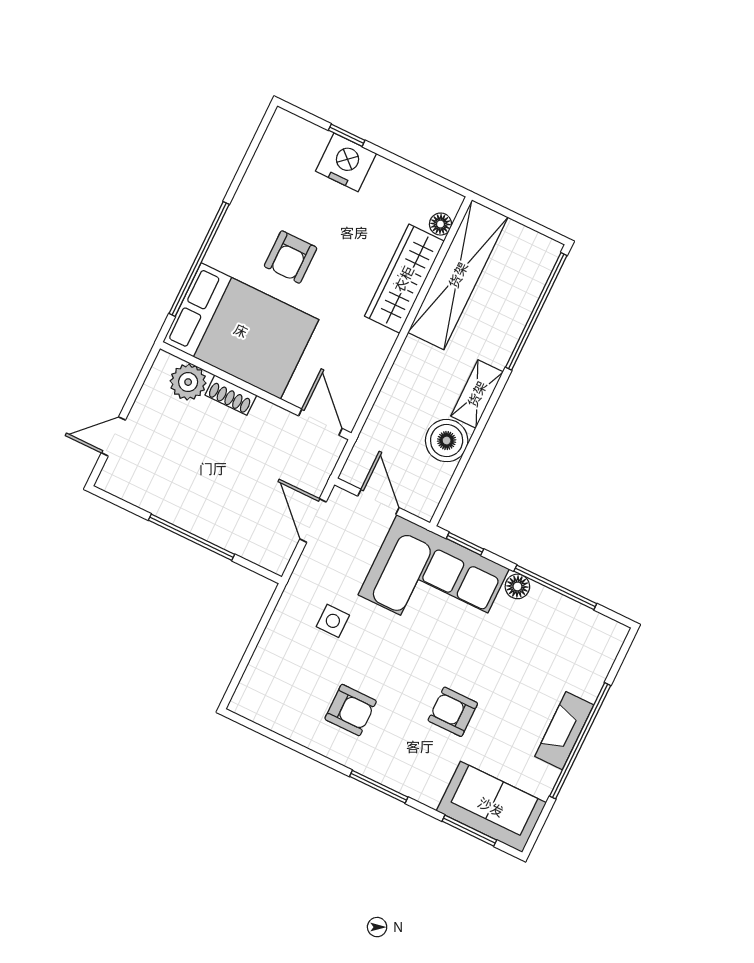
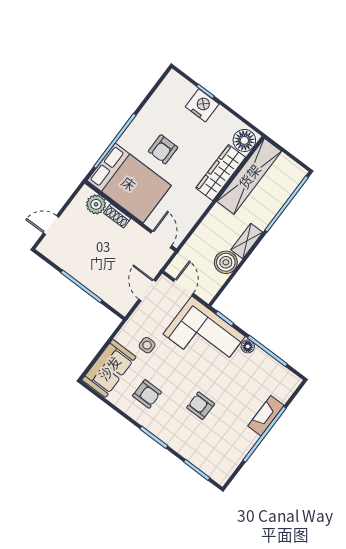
floor lamp: (440, 224) -> (244, 140), width x1.89, depth x1.89
fireplace: (564, 731) -> (266, 416), moved
sofa: (491, 807) -> (109, 368), moved, turned 90

